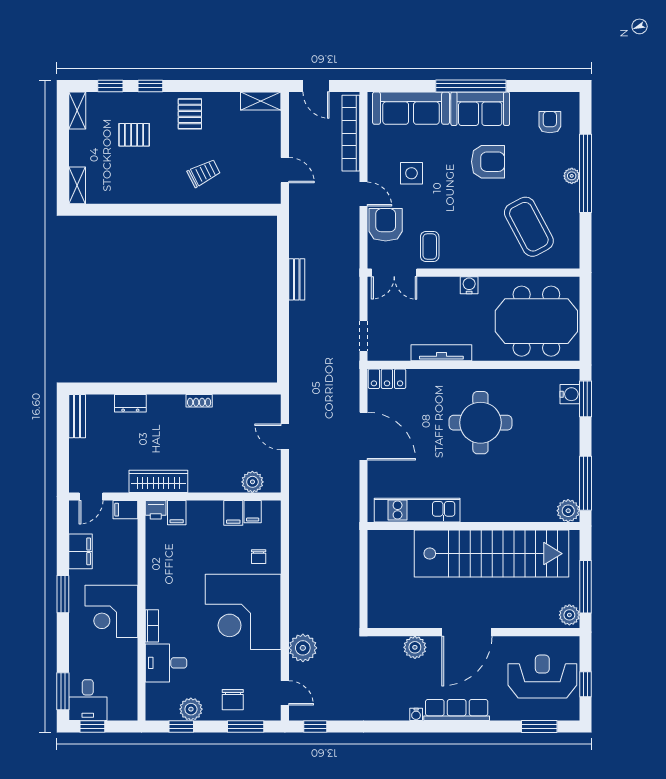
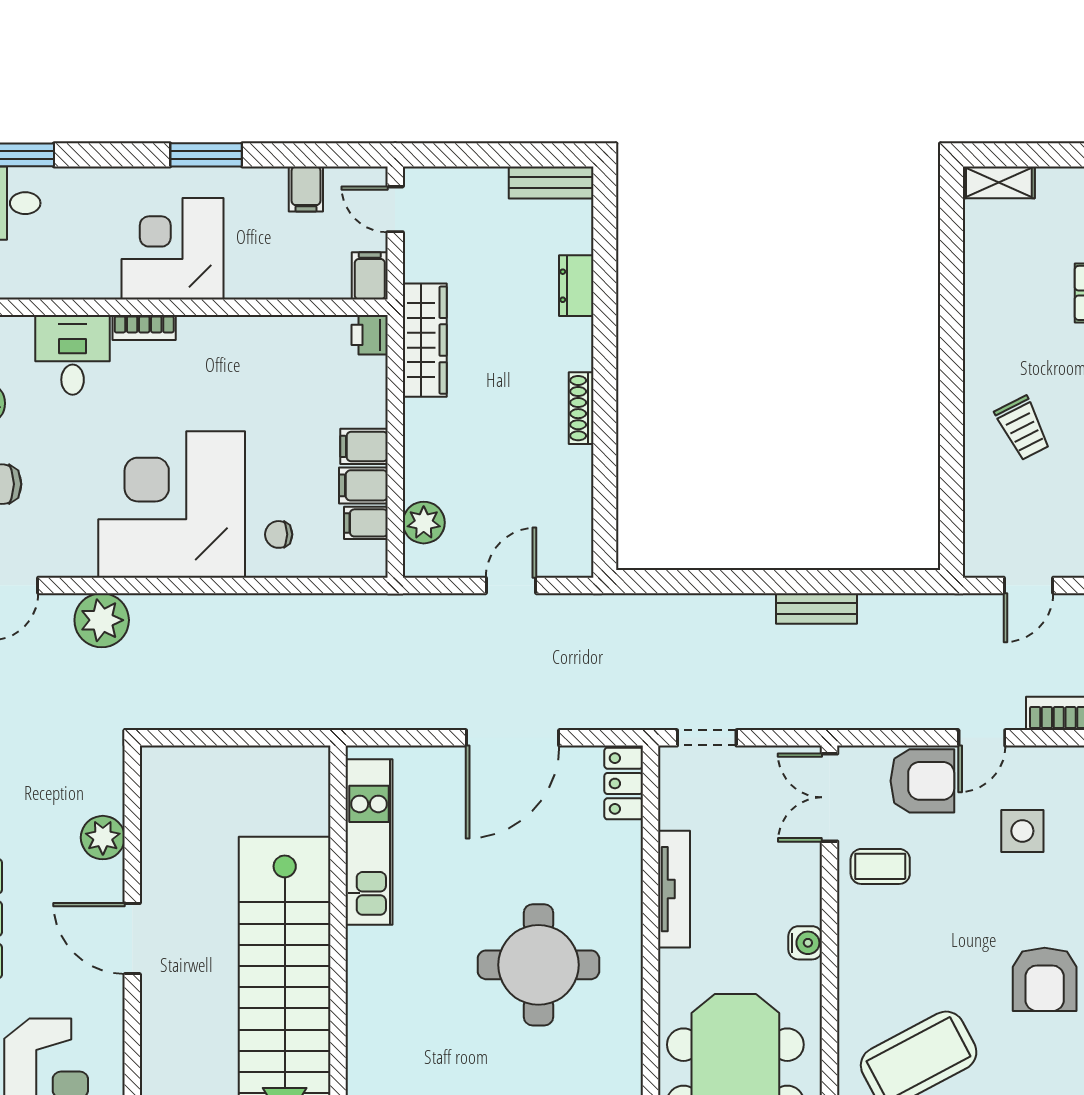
shoe rack: (199, 401) -> (581, 408), width x1.43
filing cabinet: (177, 513) -> (364, 446), moved
filing cabinet: (80, 551) -> (306, 189), width x0.50
door: (467, 632) -> (132, 939), width x0.73

